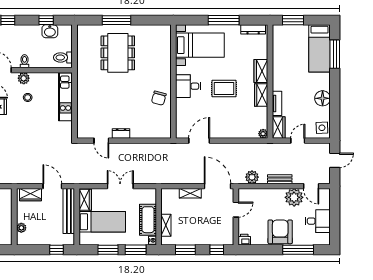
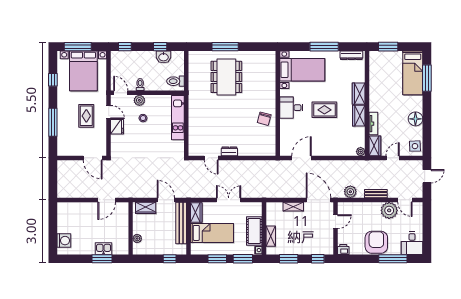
desk: (318, 221) -> (412, 243), moved, turned 90

